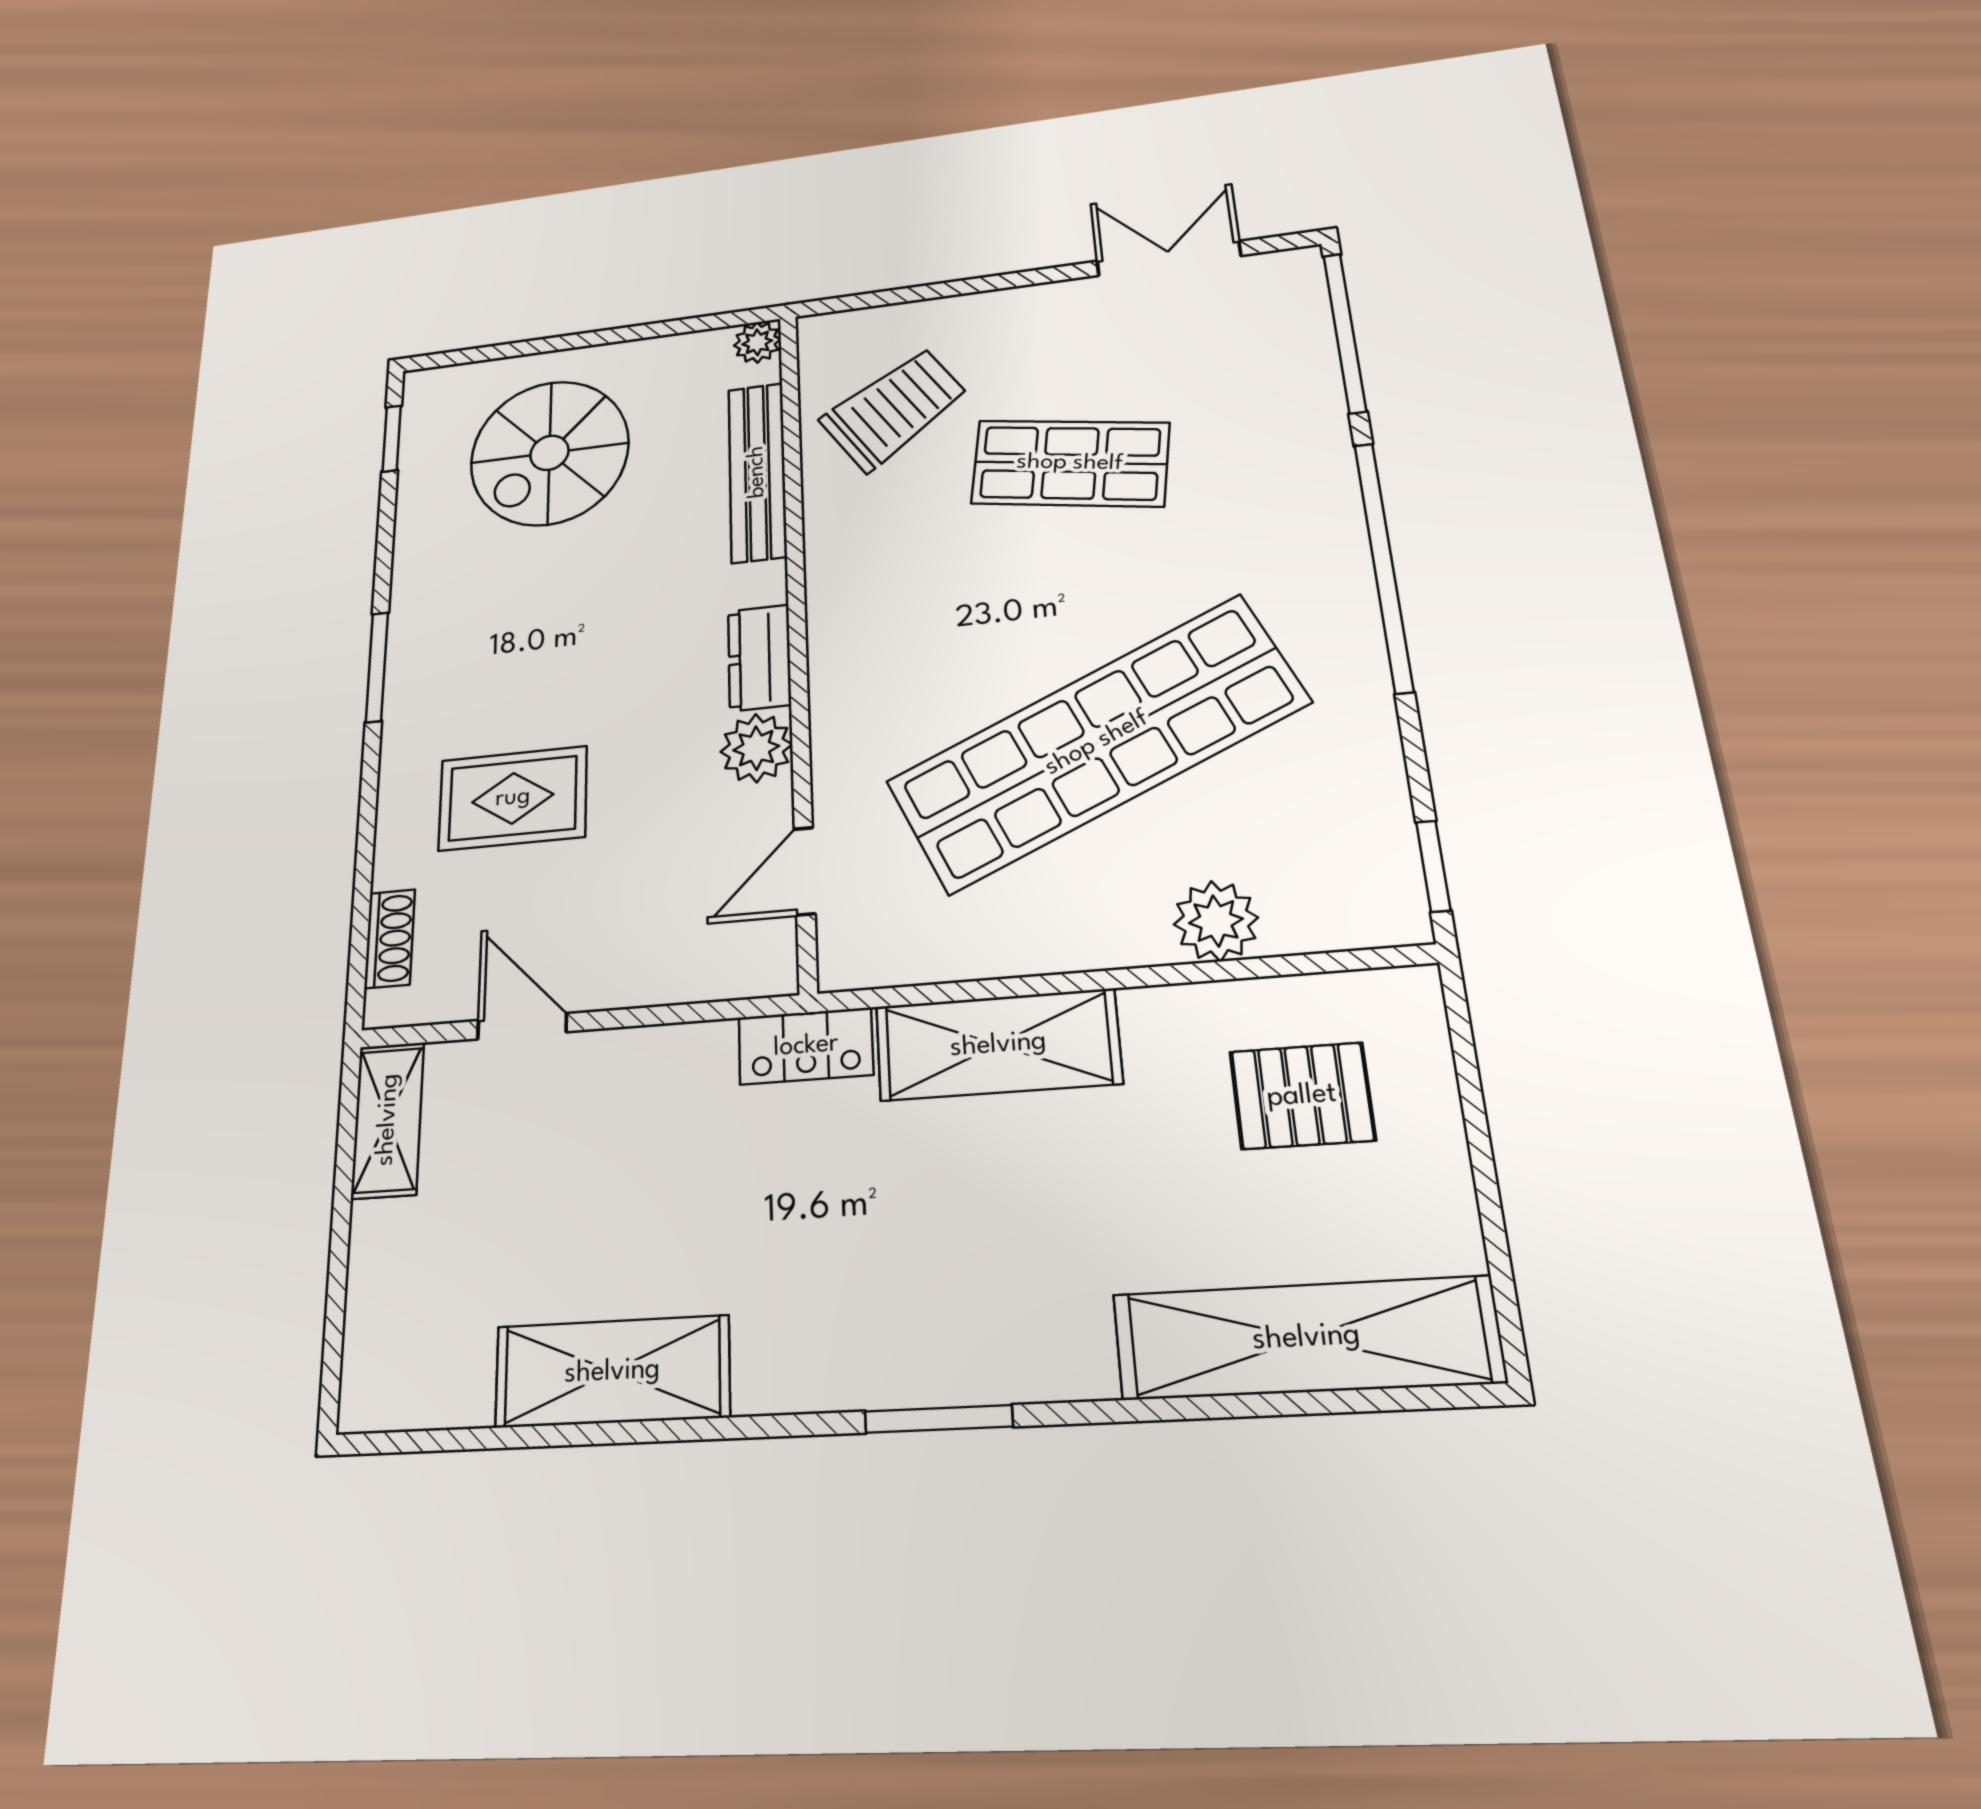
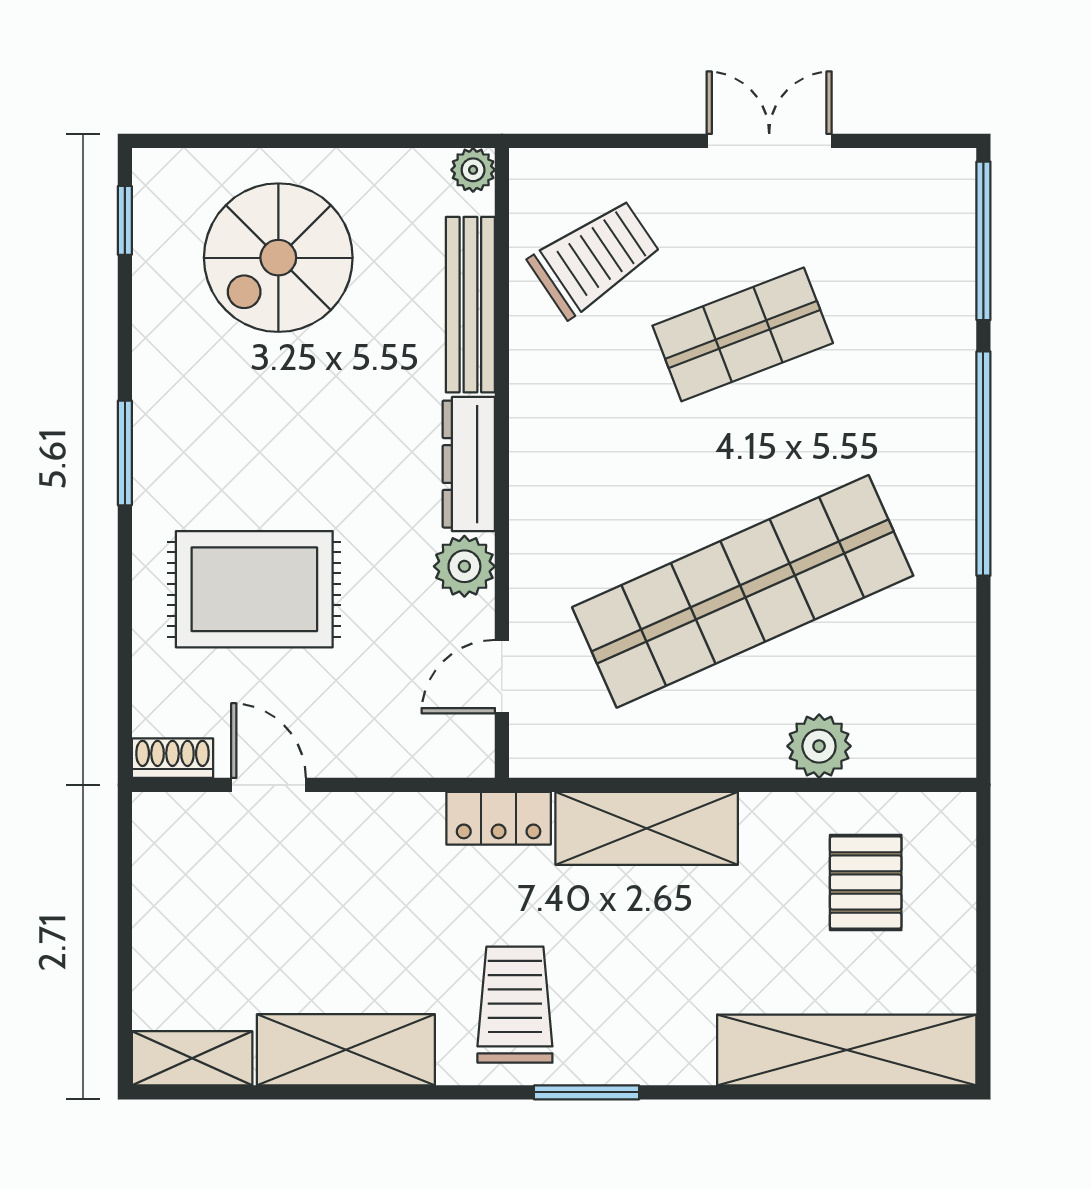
double door: (1169, 258) -> (769, 141), moved
shop shelf: (1070, 463) -> (743, 334), turned -30
dresser: (759, 658) -> (469, 464), width x1.44
rug: (513, 798) -> (254, 589), width x1.36, depth x1.43
window: (1433, 866) -> (983, 718), removed
shoe rack: (390, 939) -> (172, 758), moved, turned -90
pallet: (1302, 1096) -> (866, 882), turned 90
shelving: (388, 1120) -> (192, 1058), moved, turned 90
trolley: (835, 1296) -> (515, 1005), added

